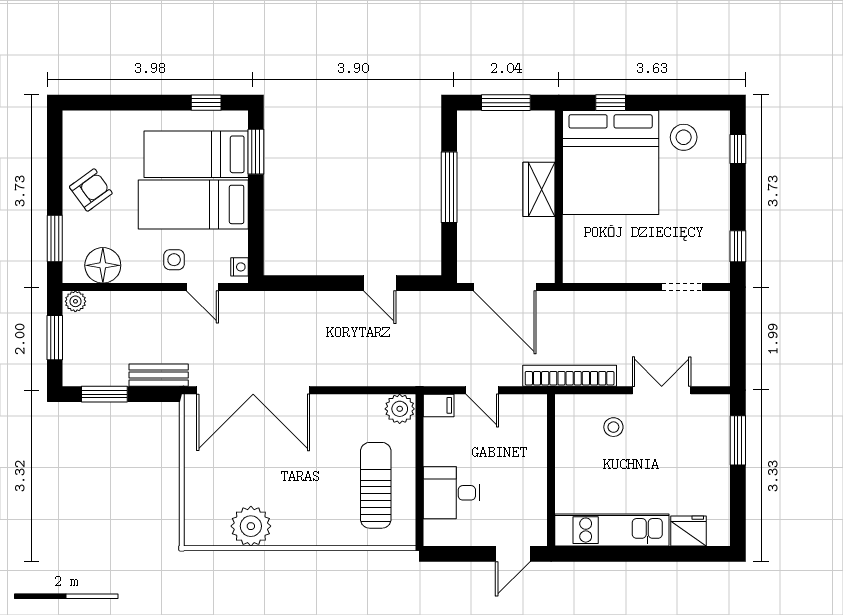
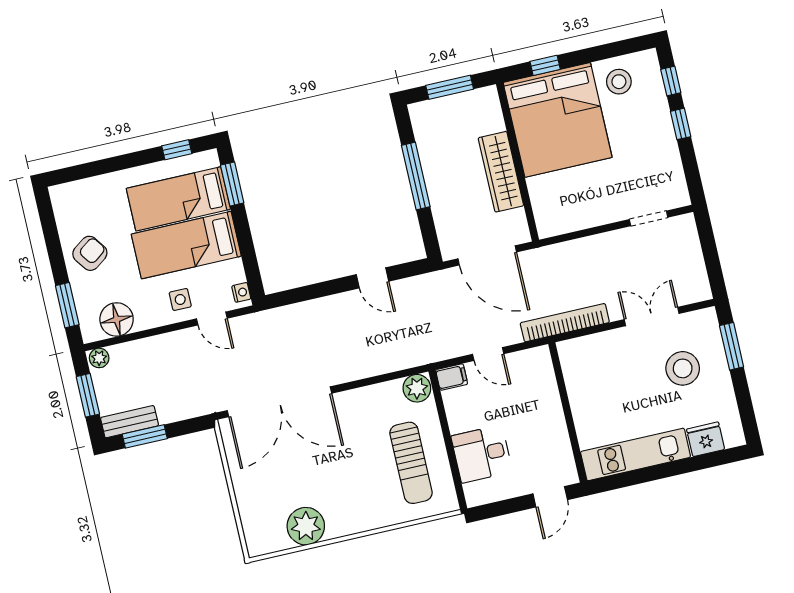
wardrobe: (539, 189) -> (501, 172), width x1.50
window: (738, 246) -> (681, 124), moved
bench: (159, 375) -> (130, 422), moved
stool: (613, 427) -> (683, 368), moved, width x1.89, depth x1.89
sun lounger: (376, 485) -> (411, 463), turned 180

